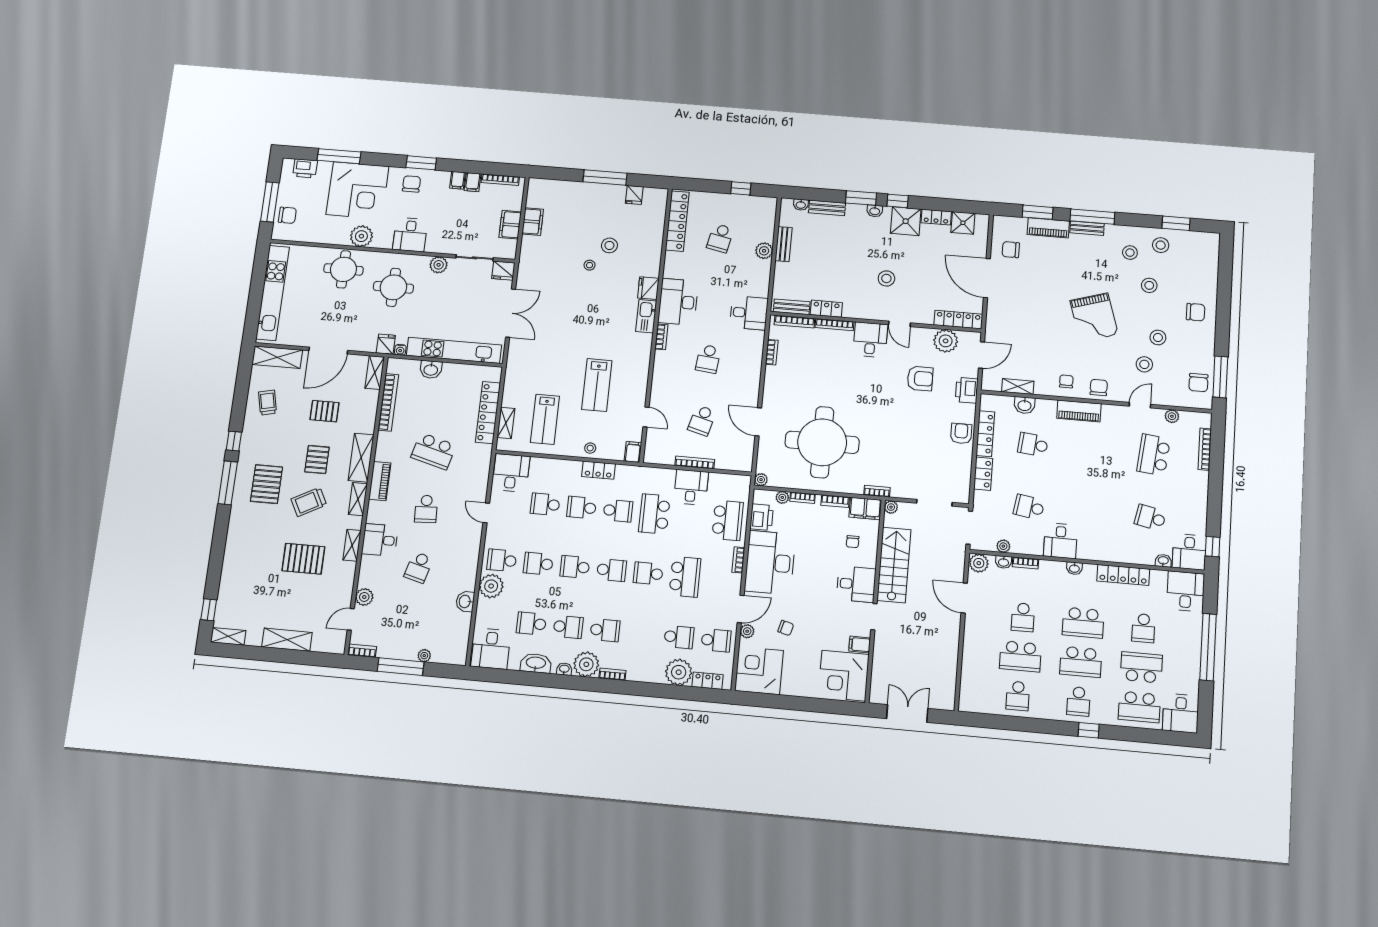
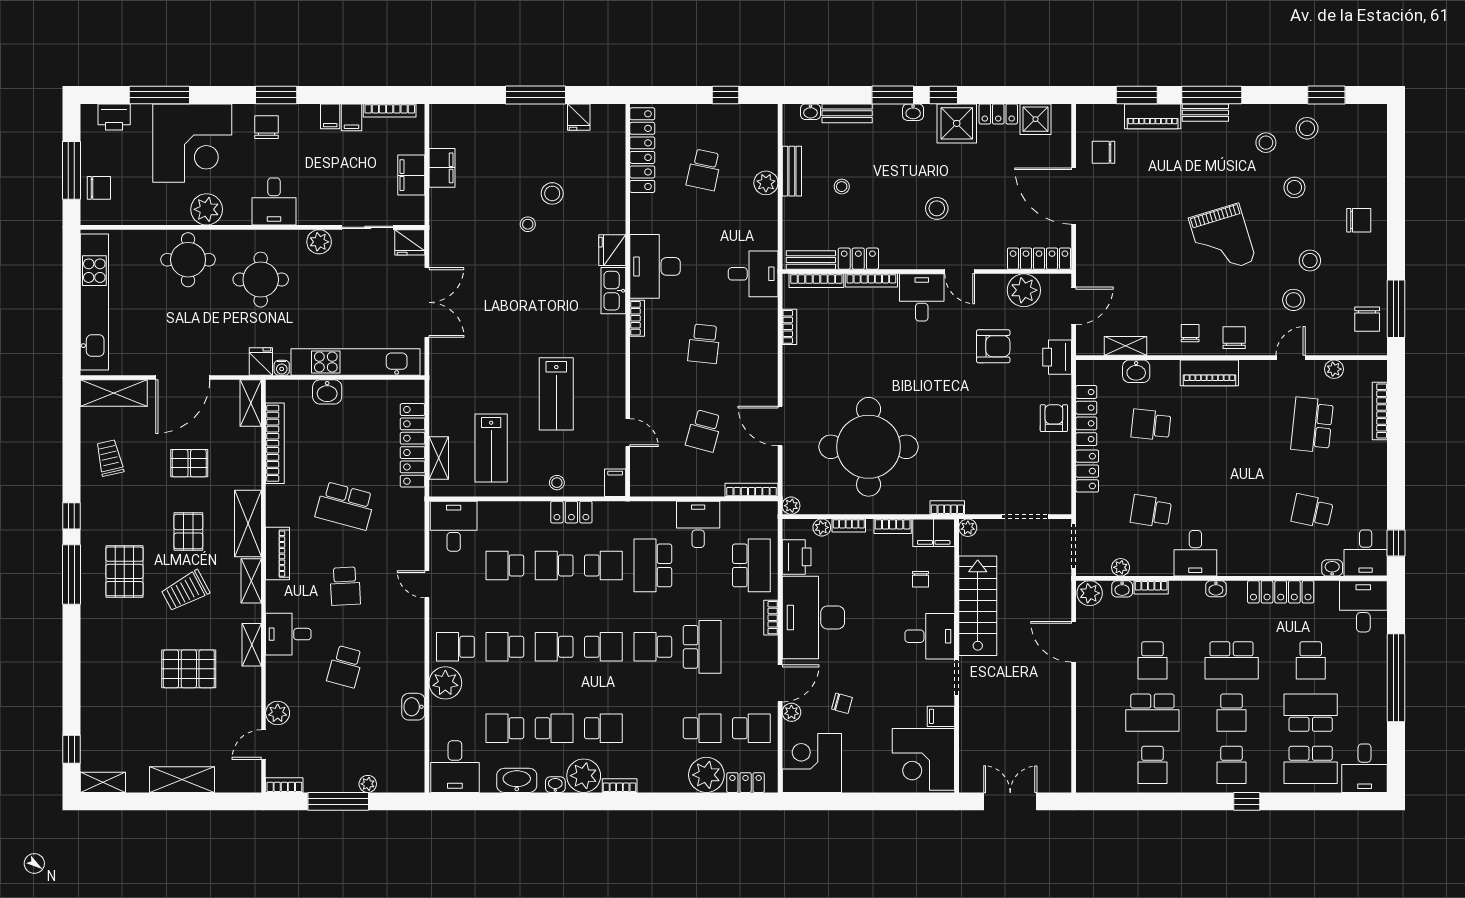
stool: (819, 258) -> (842, 187), added
bookcase: (695, 462) -> (752, 490), moved
school desk: (1081, 662) -> (1232, 713), width x0.54

